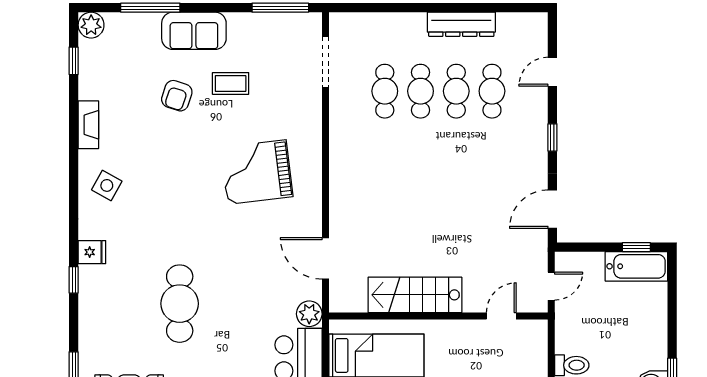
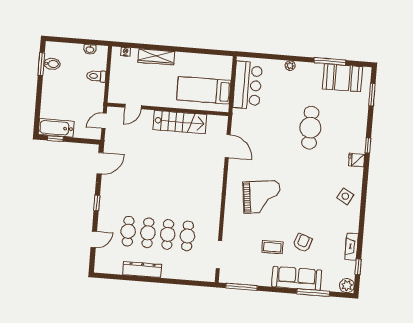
sofa: (194, 31) -> (297, 278), width x1.36
fireplace: (88, 125) -> (352, 247), moved
plant: (309, 314) -> (239, 116), removed

